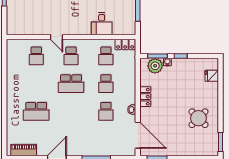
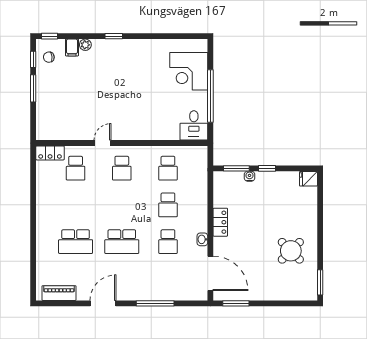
desk: (102, 24) -> (194, 125), moved
door: (56, 37) -> (103, 143), swing flipped
locker: (125, 44) -> (50, 153), moved
plant: (155, 66) -> (233, 181), removed
fridge: (212, 76) -> (308, 179), moved
school desk: (71, 84) -> (122, 242), moved

